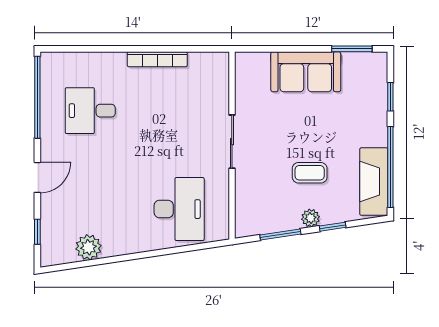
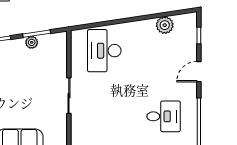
coffee table: (310, 173) -> (17, 75), removed
plant: (311, 218) -> (32, 42), moved

